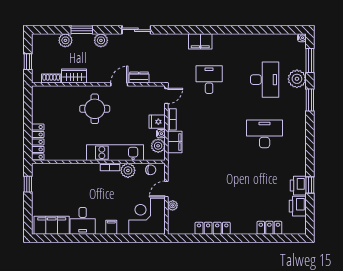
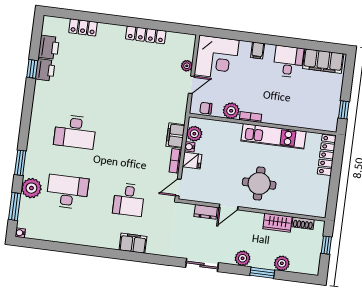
desk: (265, 80) -> (67, 192), turned 90
kitchen unit: (115, 153) -> (274, 136), moved

